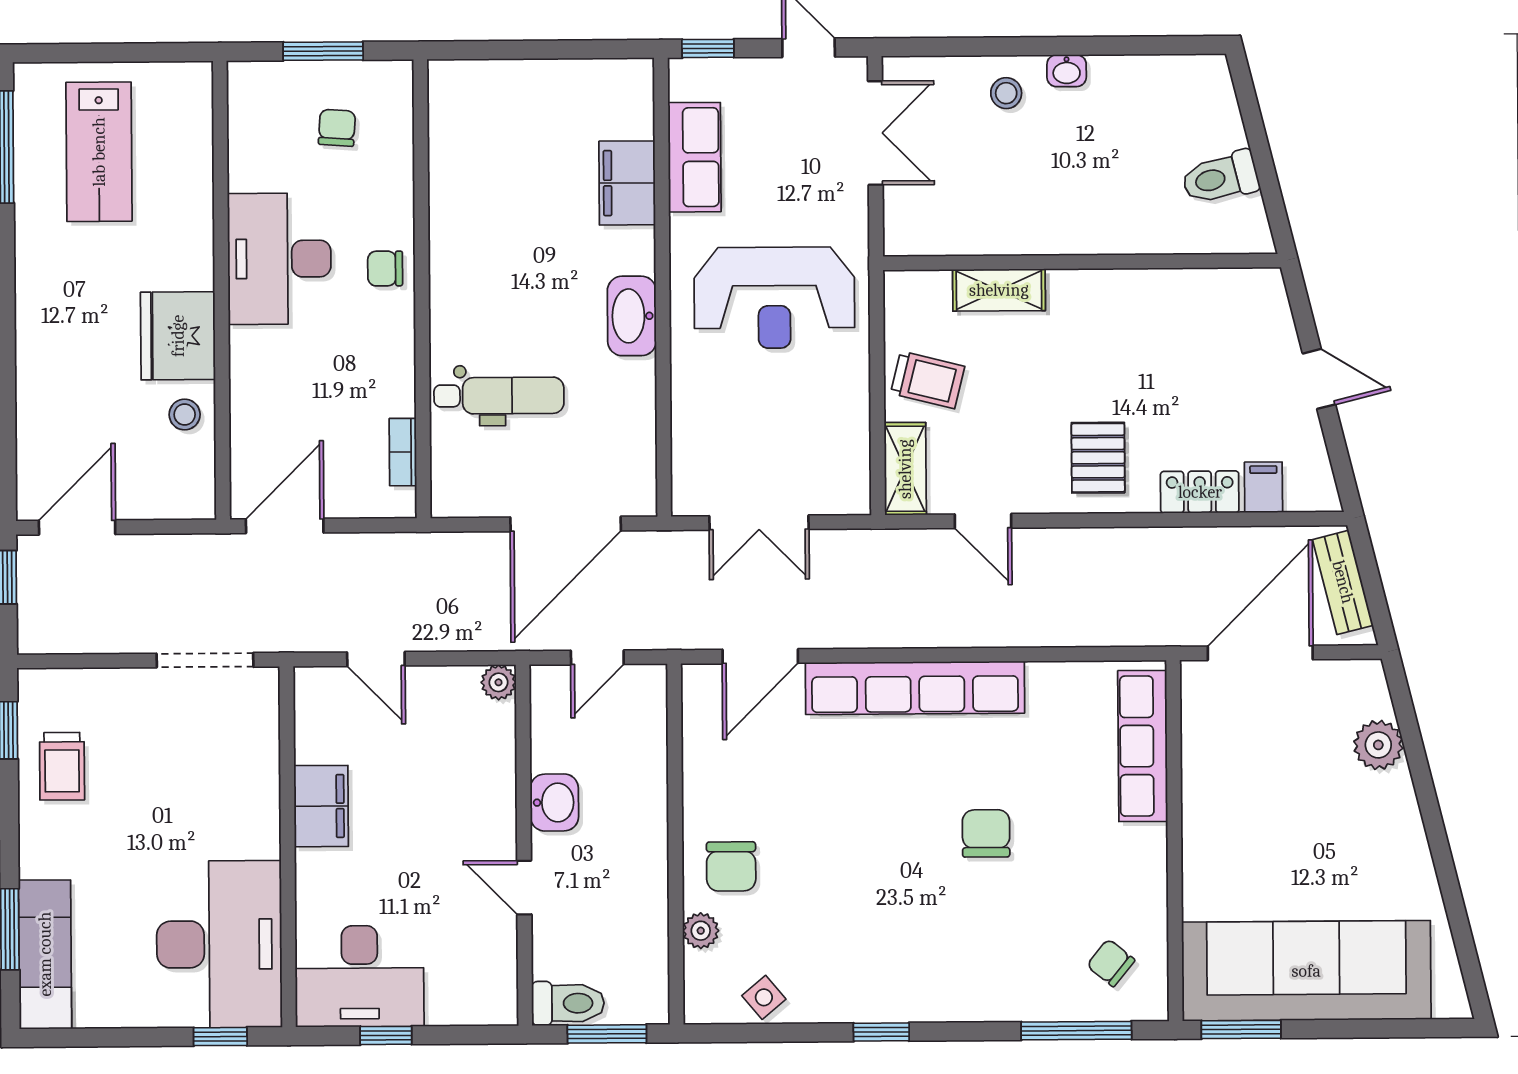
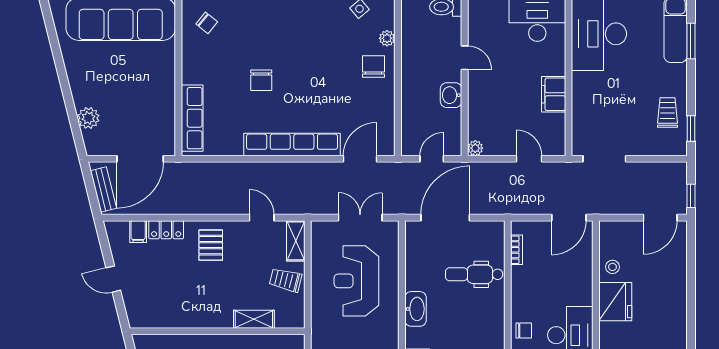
reception desk: (774, 298) -> (356, 281), moved, turned -90

